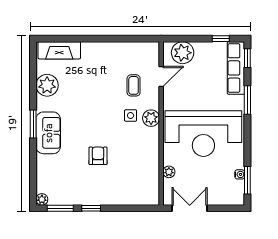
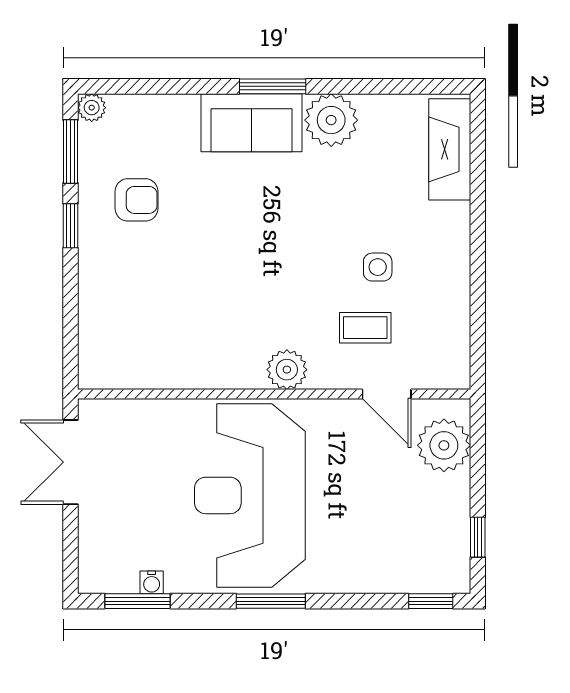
row of seats: (236, 68) -> (407, 574), removed
plant: (47, 85) -> (331, 120), moved
window: (247, 100) -> (271, 601), moved
side table: (131, 116) -> (378, 267), moved
armchair: (98, 156) -> (137, 200), moved
plant: (169, 172) -> (158, 413), removed
double door: (190, 208) -> (70, 462), swing flipped

